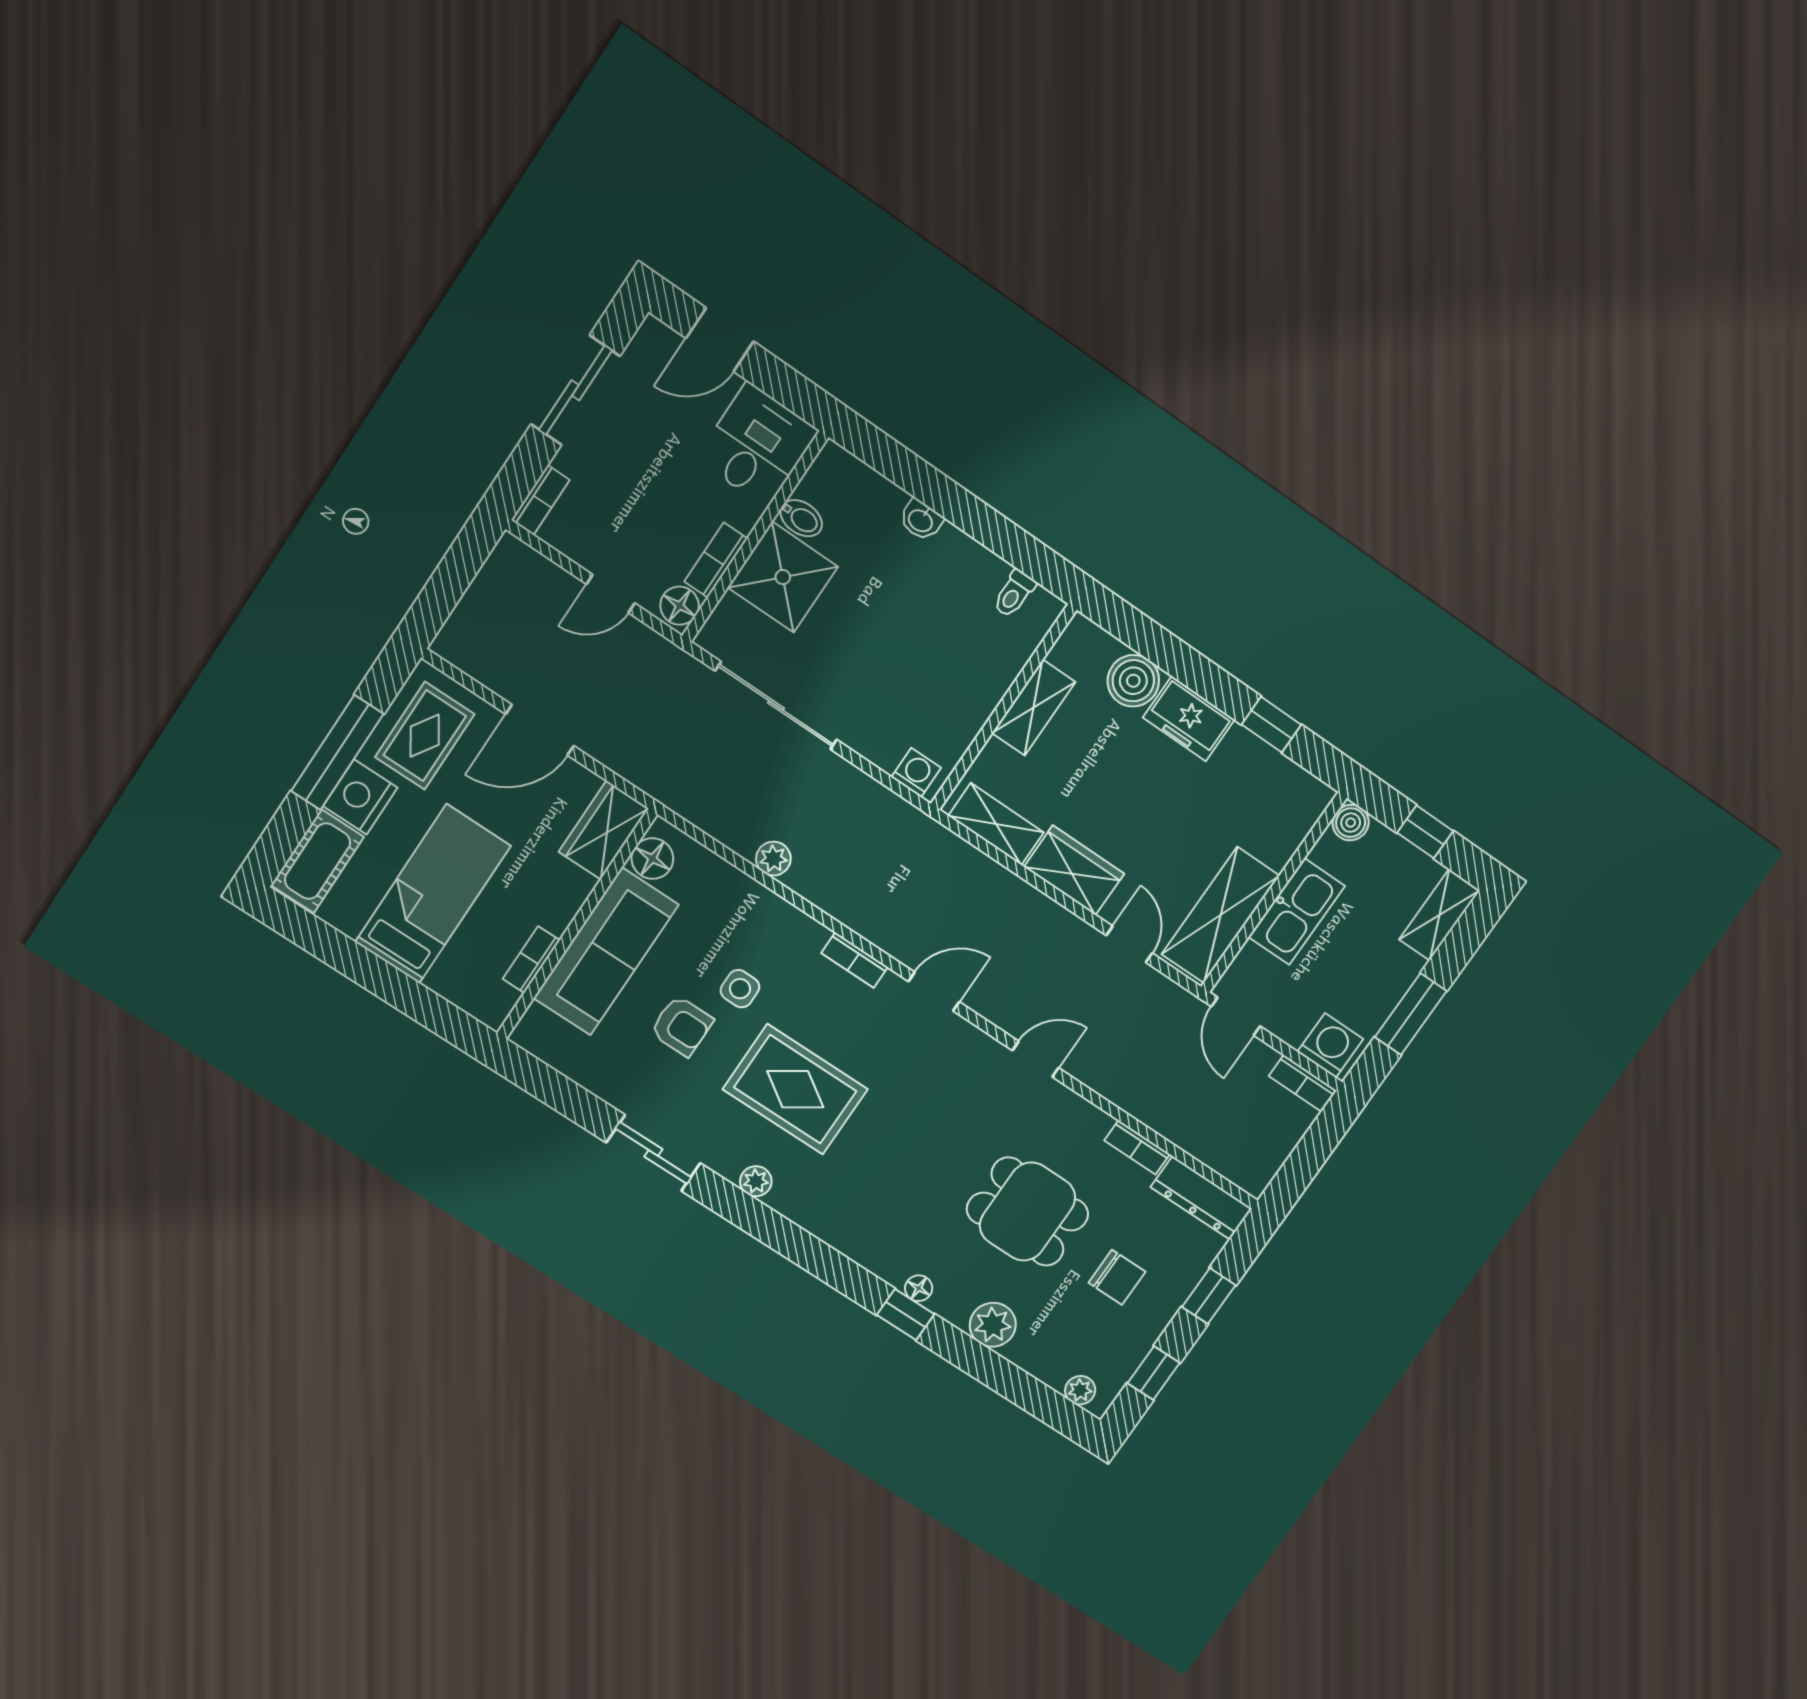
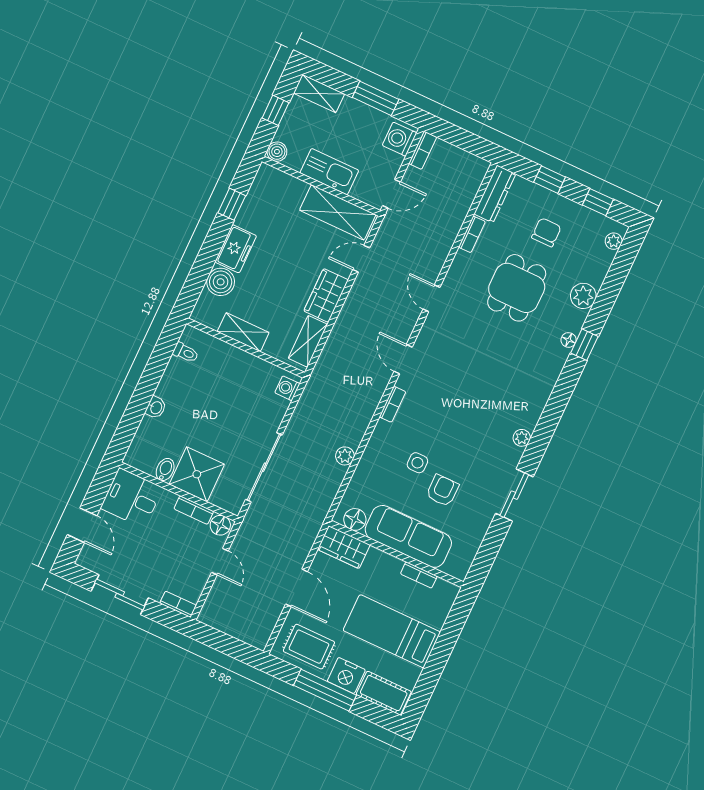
rug: (795, 1089) -> (468, 425), removed

